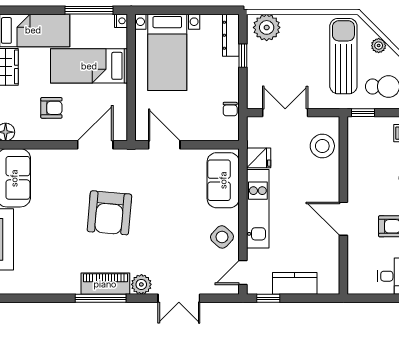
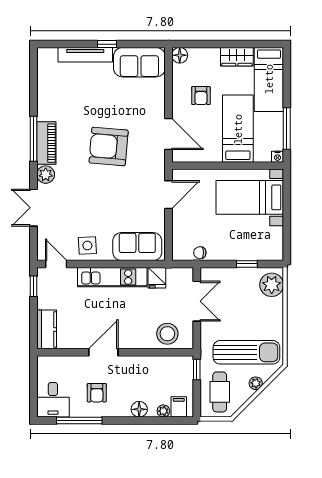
dresser: (231, 35) -> (265, 253), removed
side table: (222, 237) -> (87, 246), turned 45
kitchen counter: (295, 283) -> (47, 329), moved

